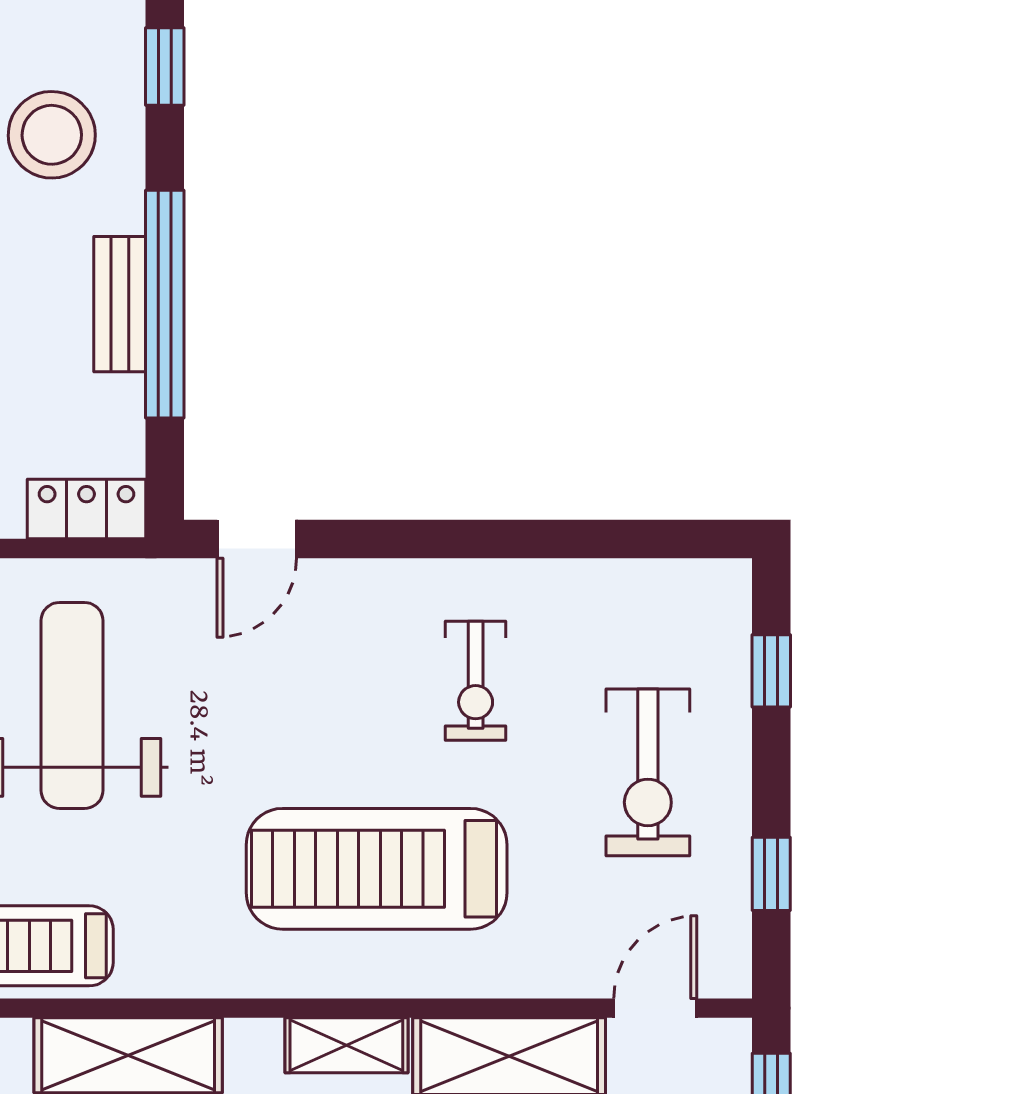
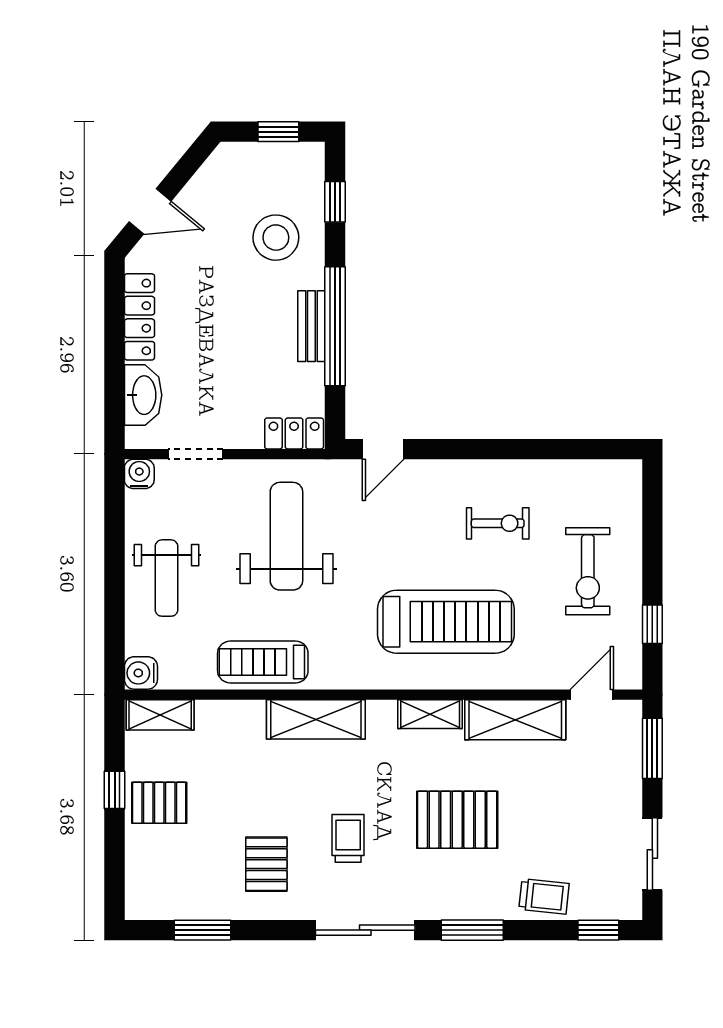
window: (771, 671) -> (652, 518), removed
exercise bike: (476, 681) -> (498, 523), turned -90
treadmill: (377, 869) -> (446, 622), turned 180

